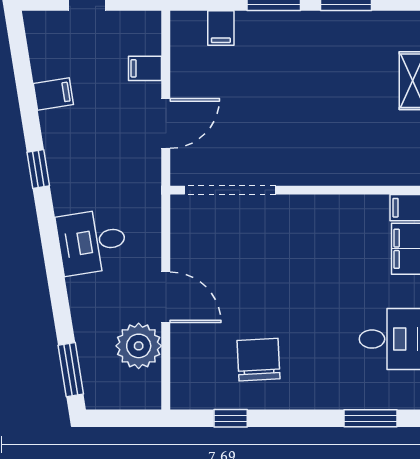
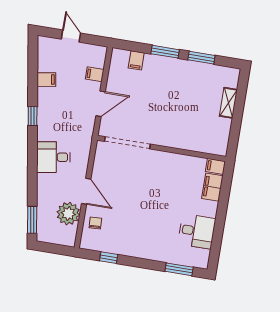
chair: (259, 360) -> (95, 223), moved, width x0.54, depth x0.54

